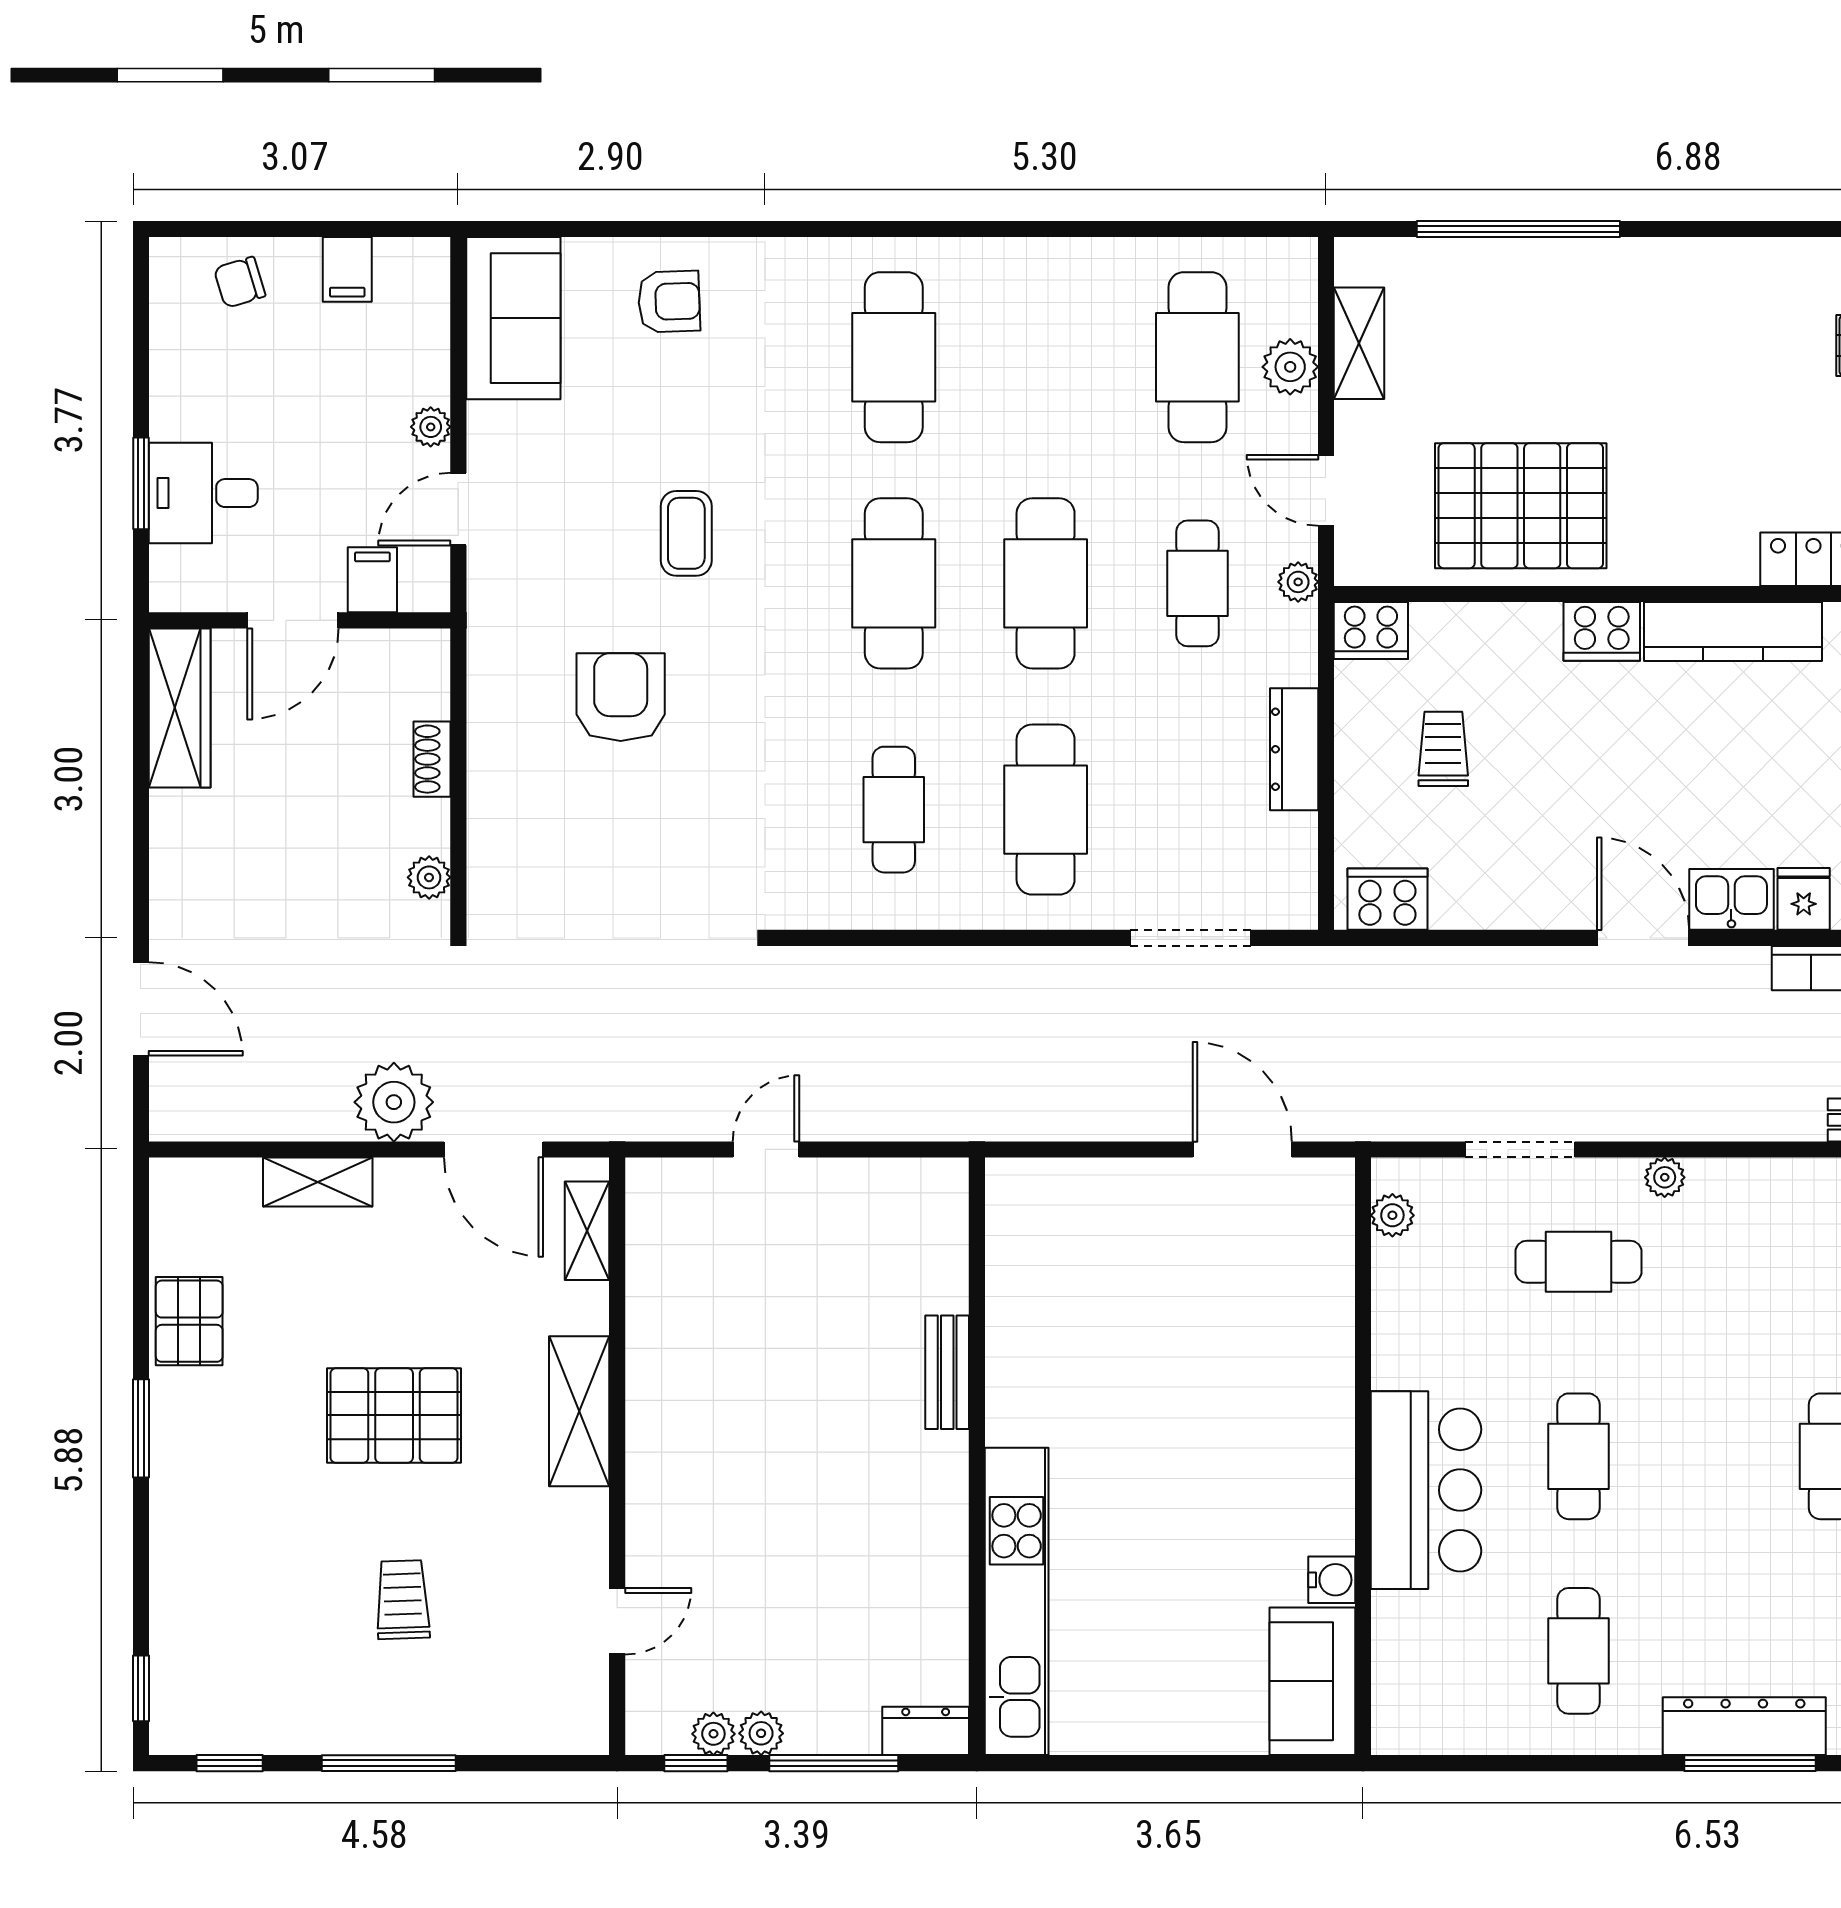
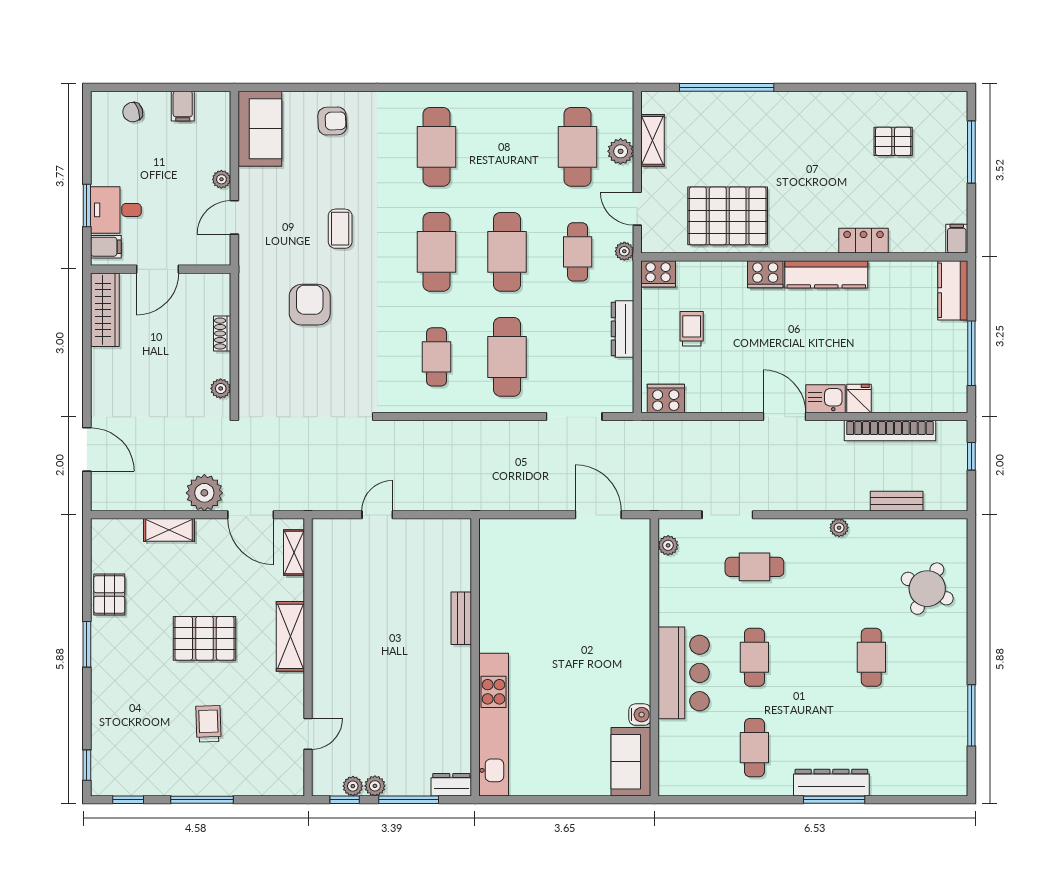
filing cabinet: (372, 580) -> (106, 247), moved, turned 90
plant: (1665, 1177) -> (839, 528), moved

